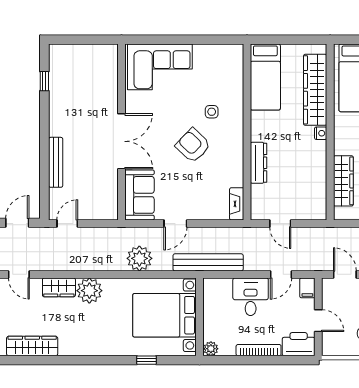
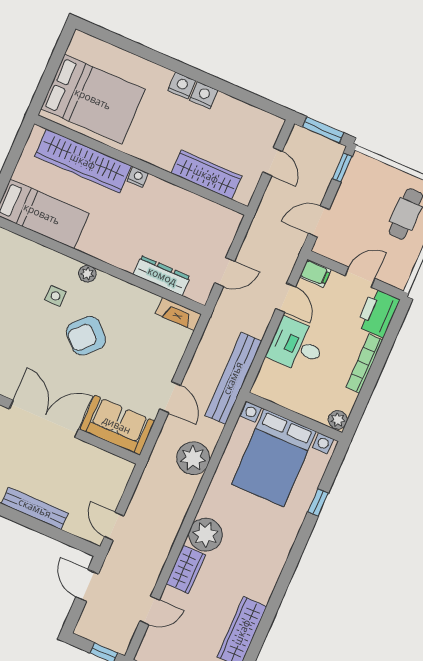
plant: (237, 127) -> (87, 274), added
dresser: (259, 163) -> (162, 276), moved

